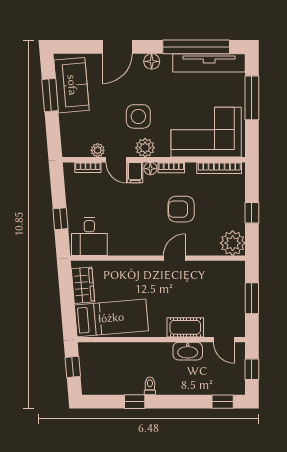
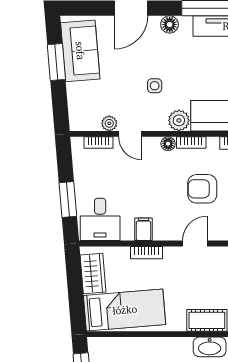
side table: (138, 116) -> (155, 86), width x0.54, depth x0.54
plant: (145, 148) -> (179, 120), moved
filing cabinet: (135, 173) -> (144, 229), moved, turned 180
window: (60, 219) -> (68, 200), width x1.50
bookcase: (131, 266) -> (146, 253), added

